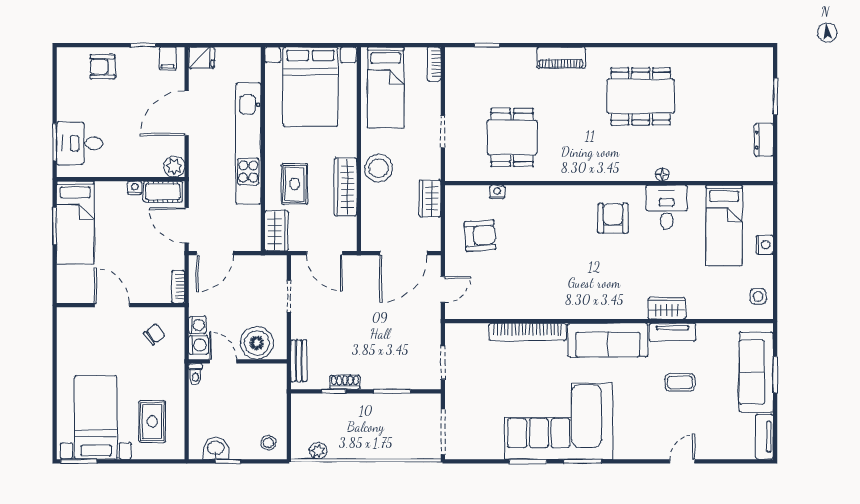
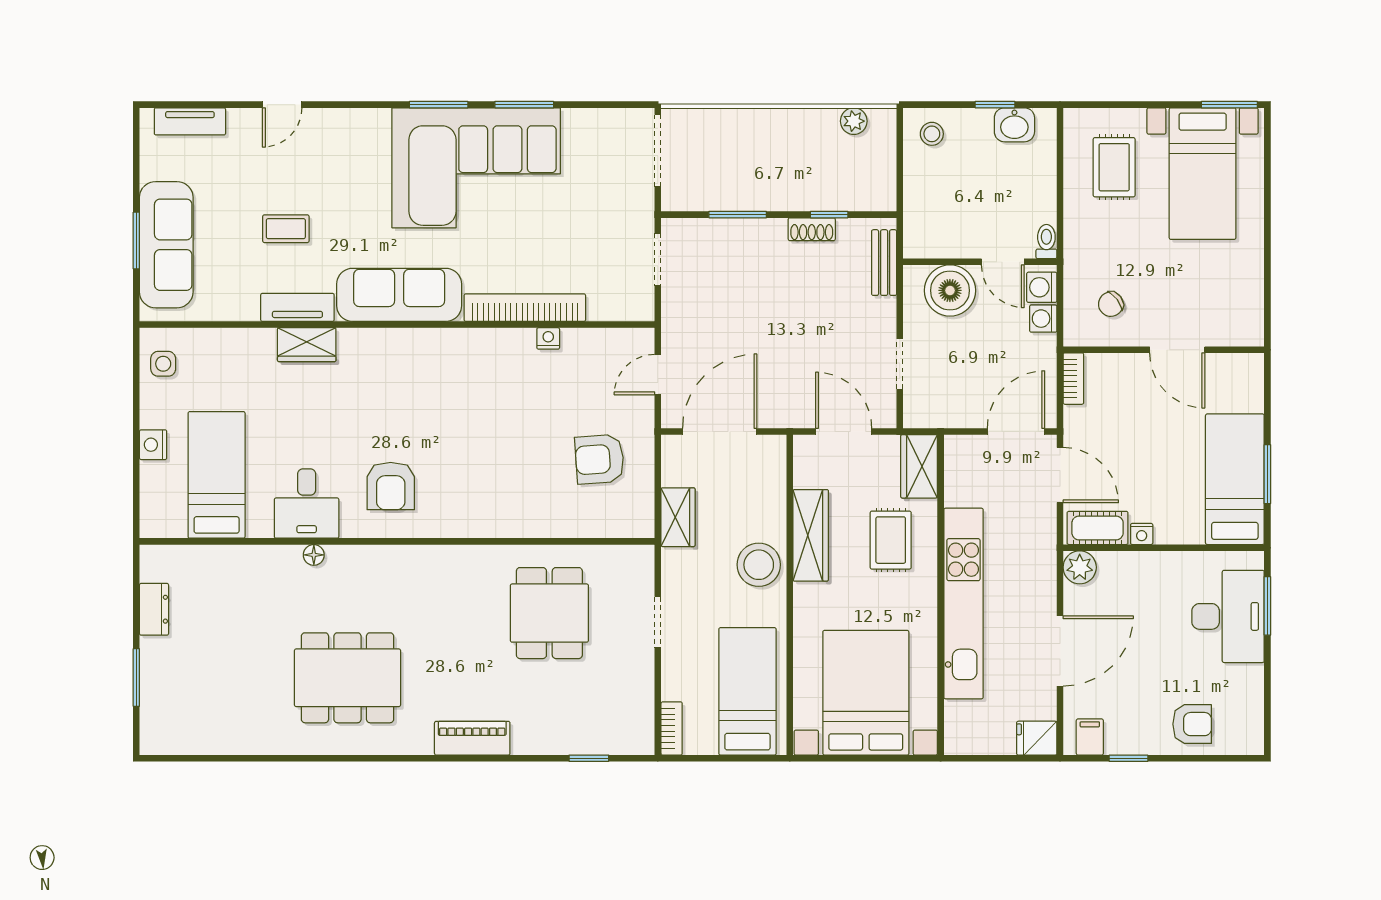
desk: (80, 143) -> (1228, 616), width x1.37
nightstand: (497, 192) -> (548, 338), moved, turned 180
tv unit: (765, 437) -> (190, 121), moved, turned 90

